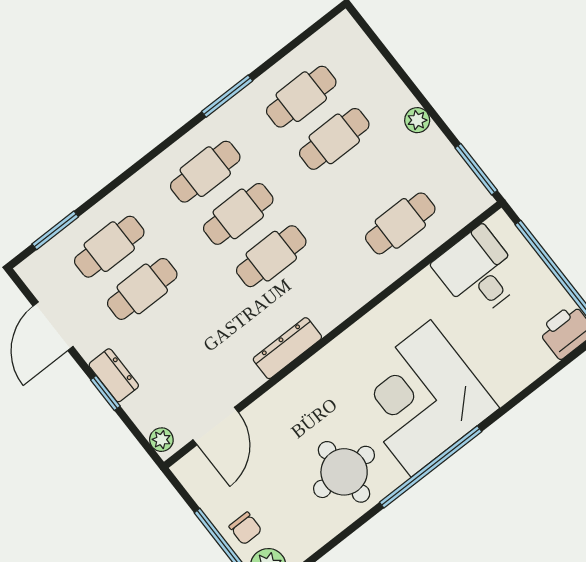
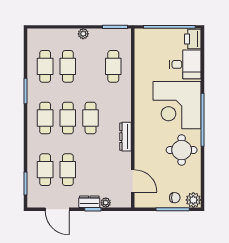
desk: (479, 272) -> (185, 64), moved, turned 180
plant: (161, 440) -> (106, 203), moved

